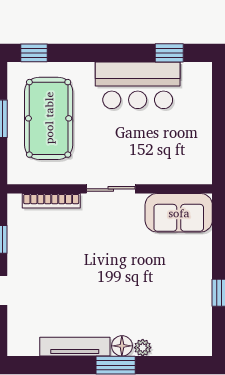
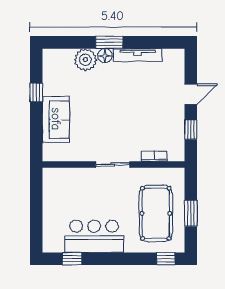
bookcase: (51, 201) -> (154, 156), width x0.64
sofa: (179, 213) -> (56, 119), moved, turned 90
plant: (143, 348) -> (85, 60), width x1.88, depth x1.88

